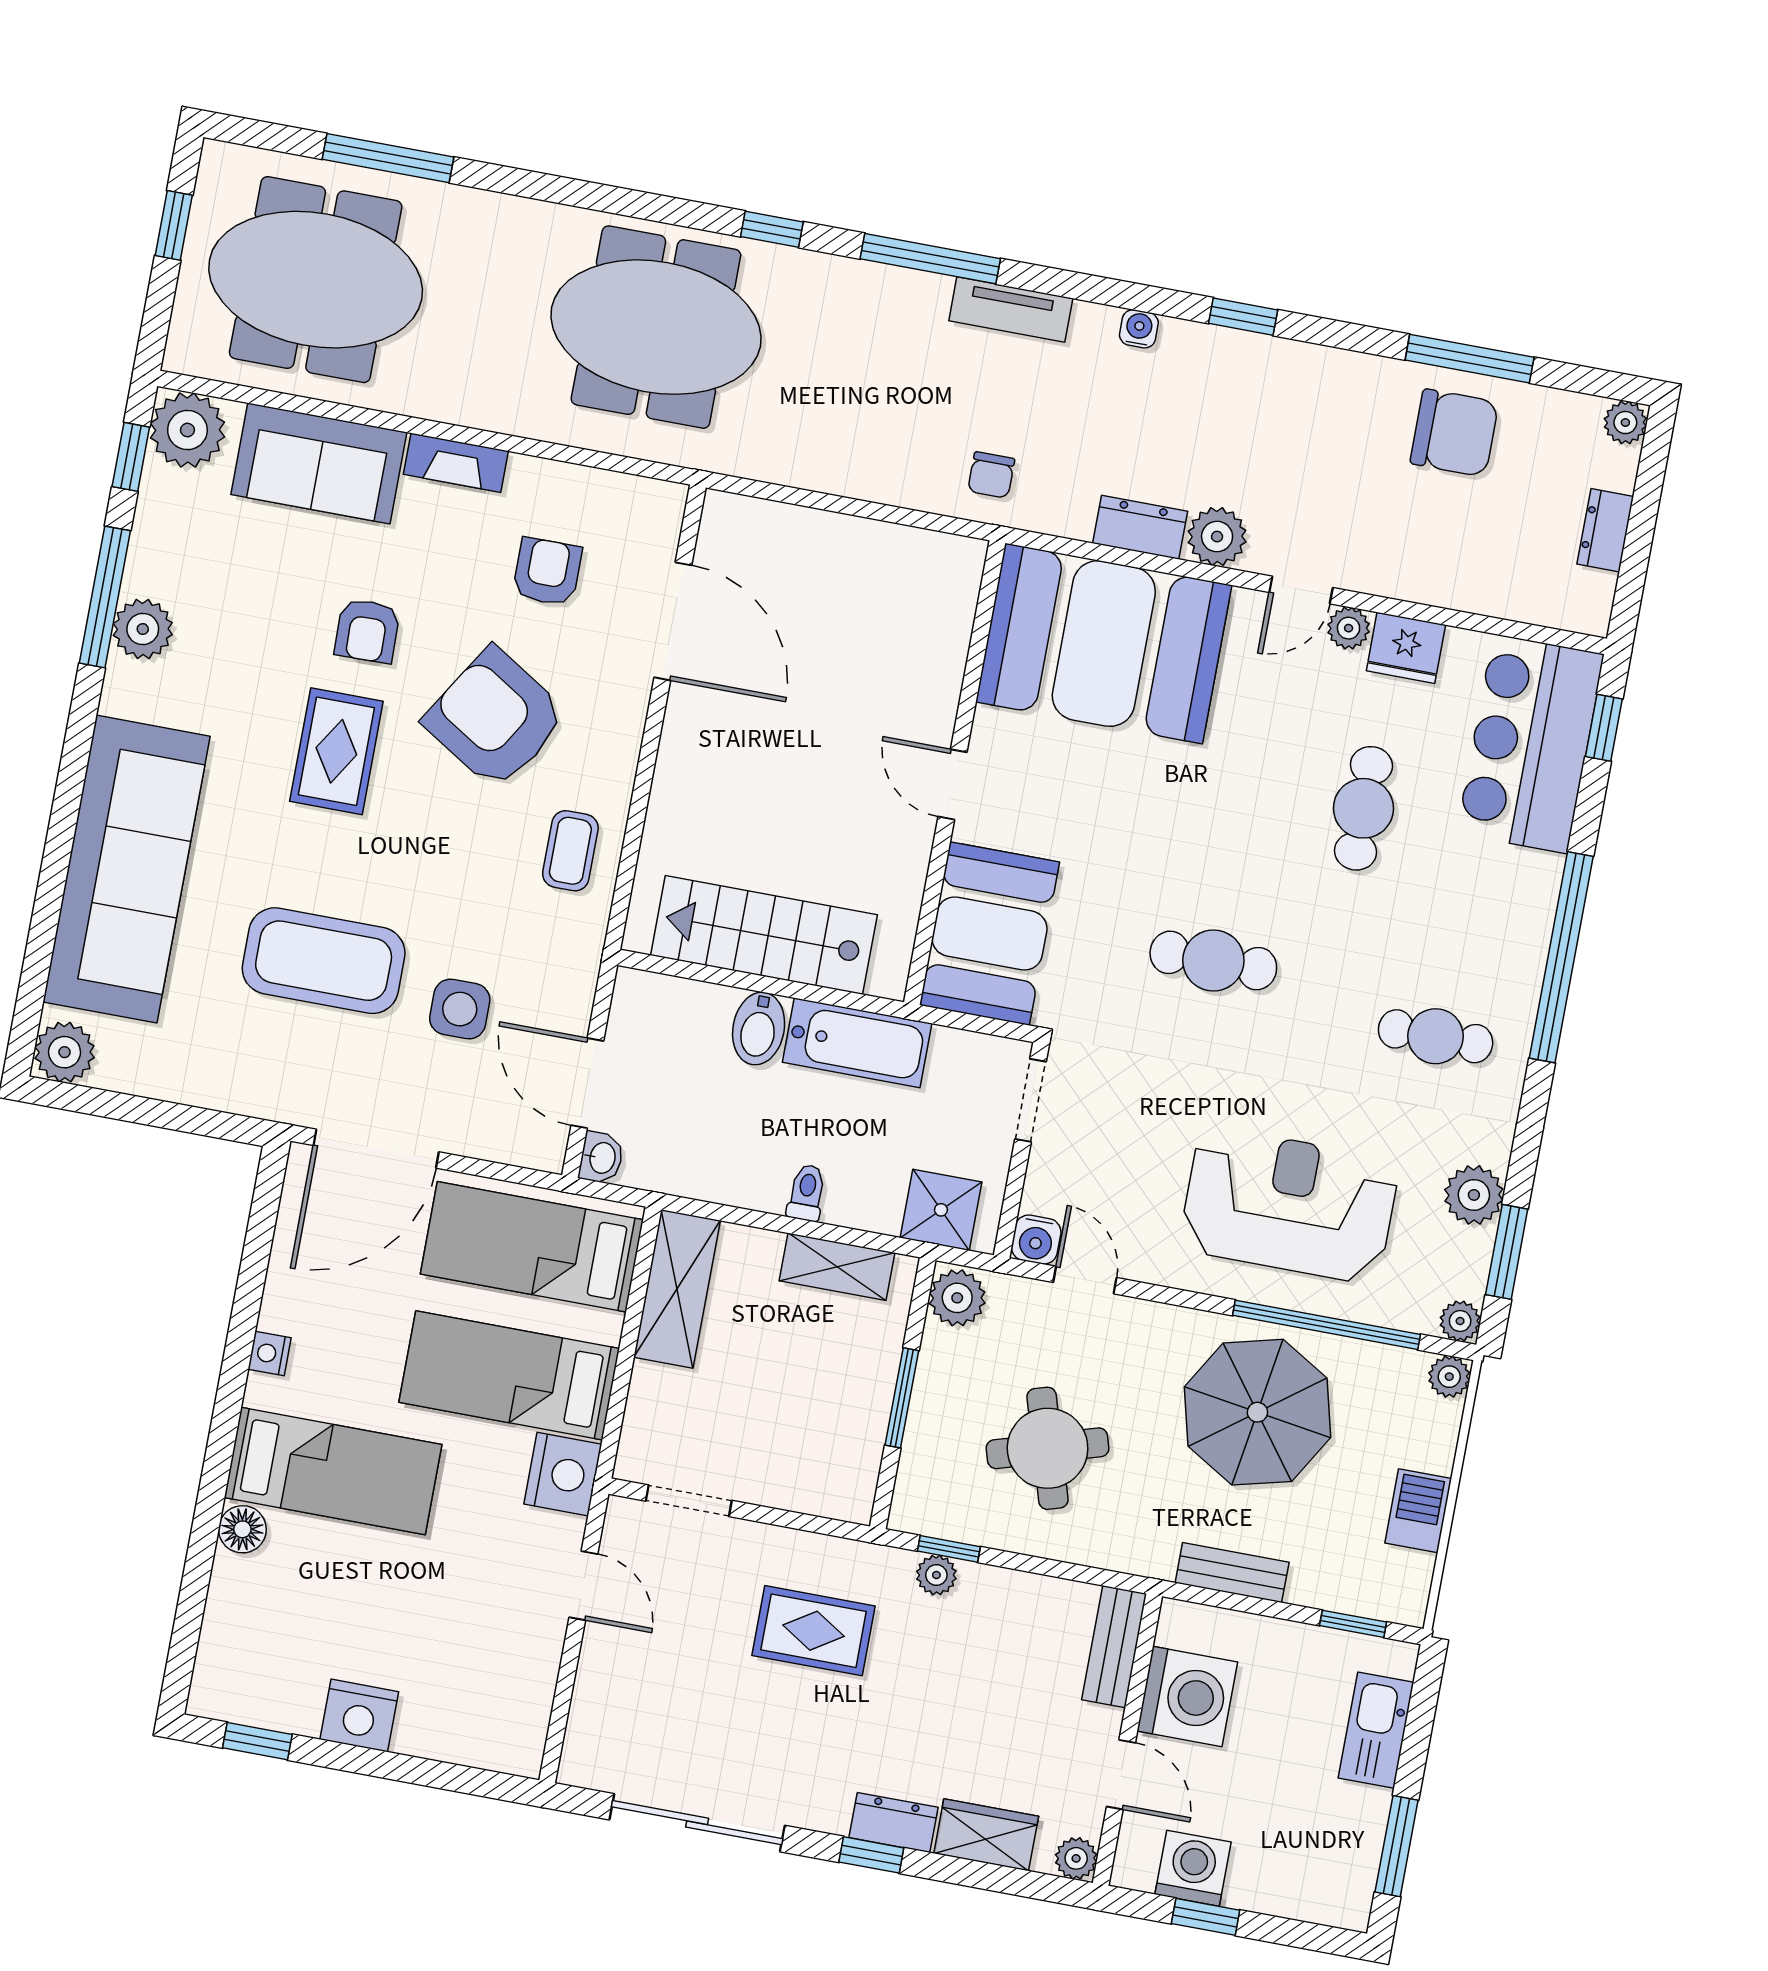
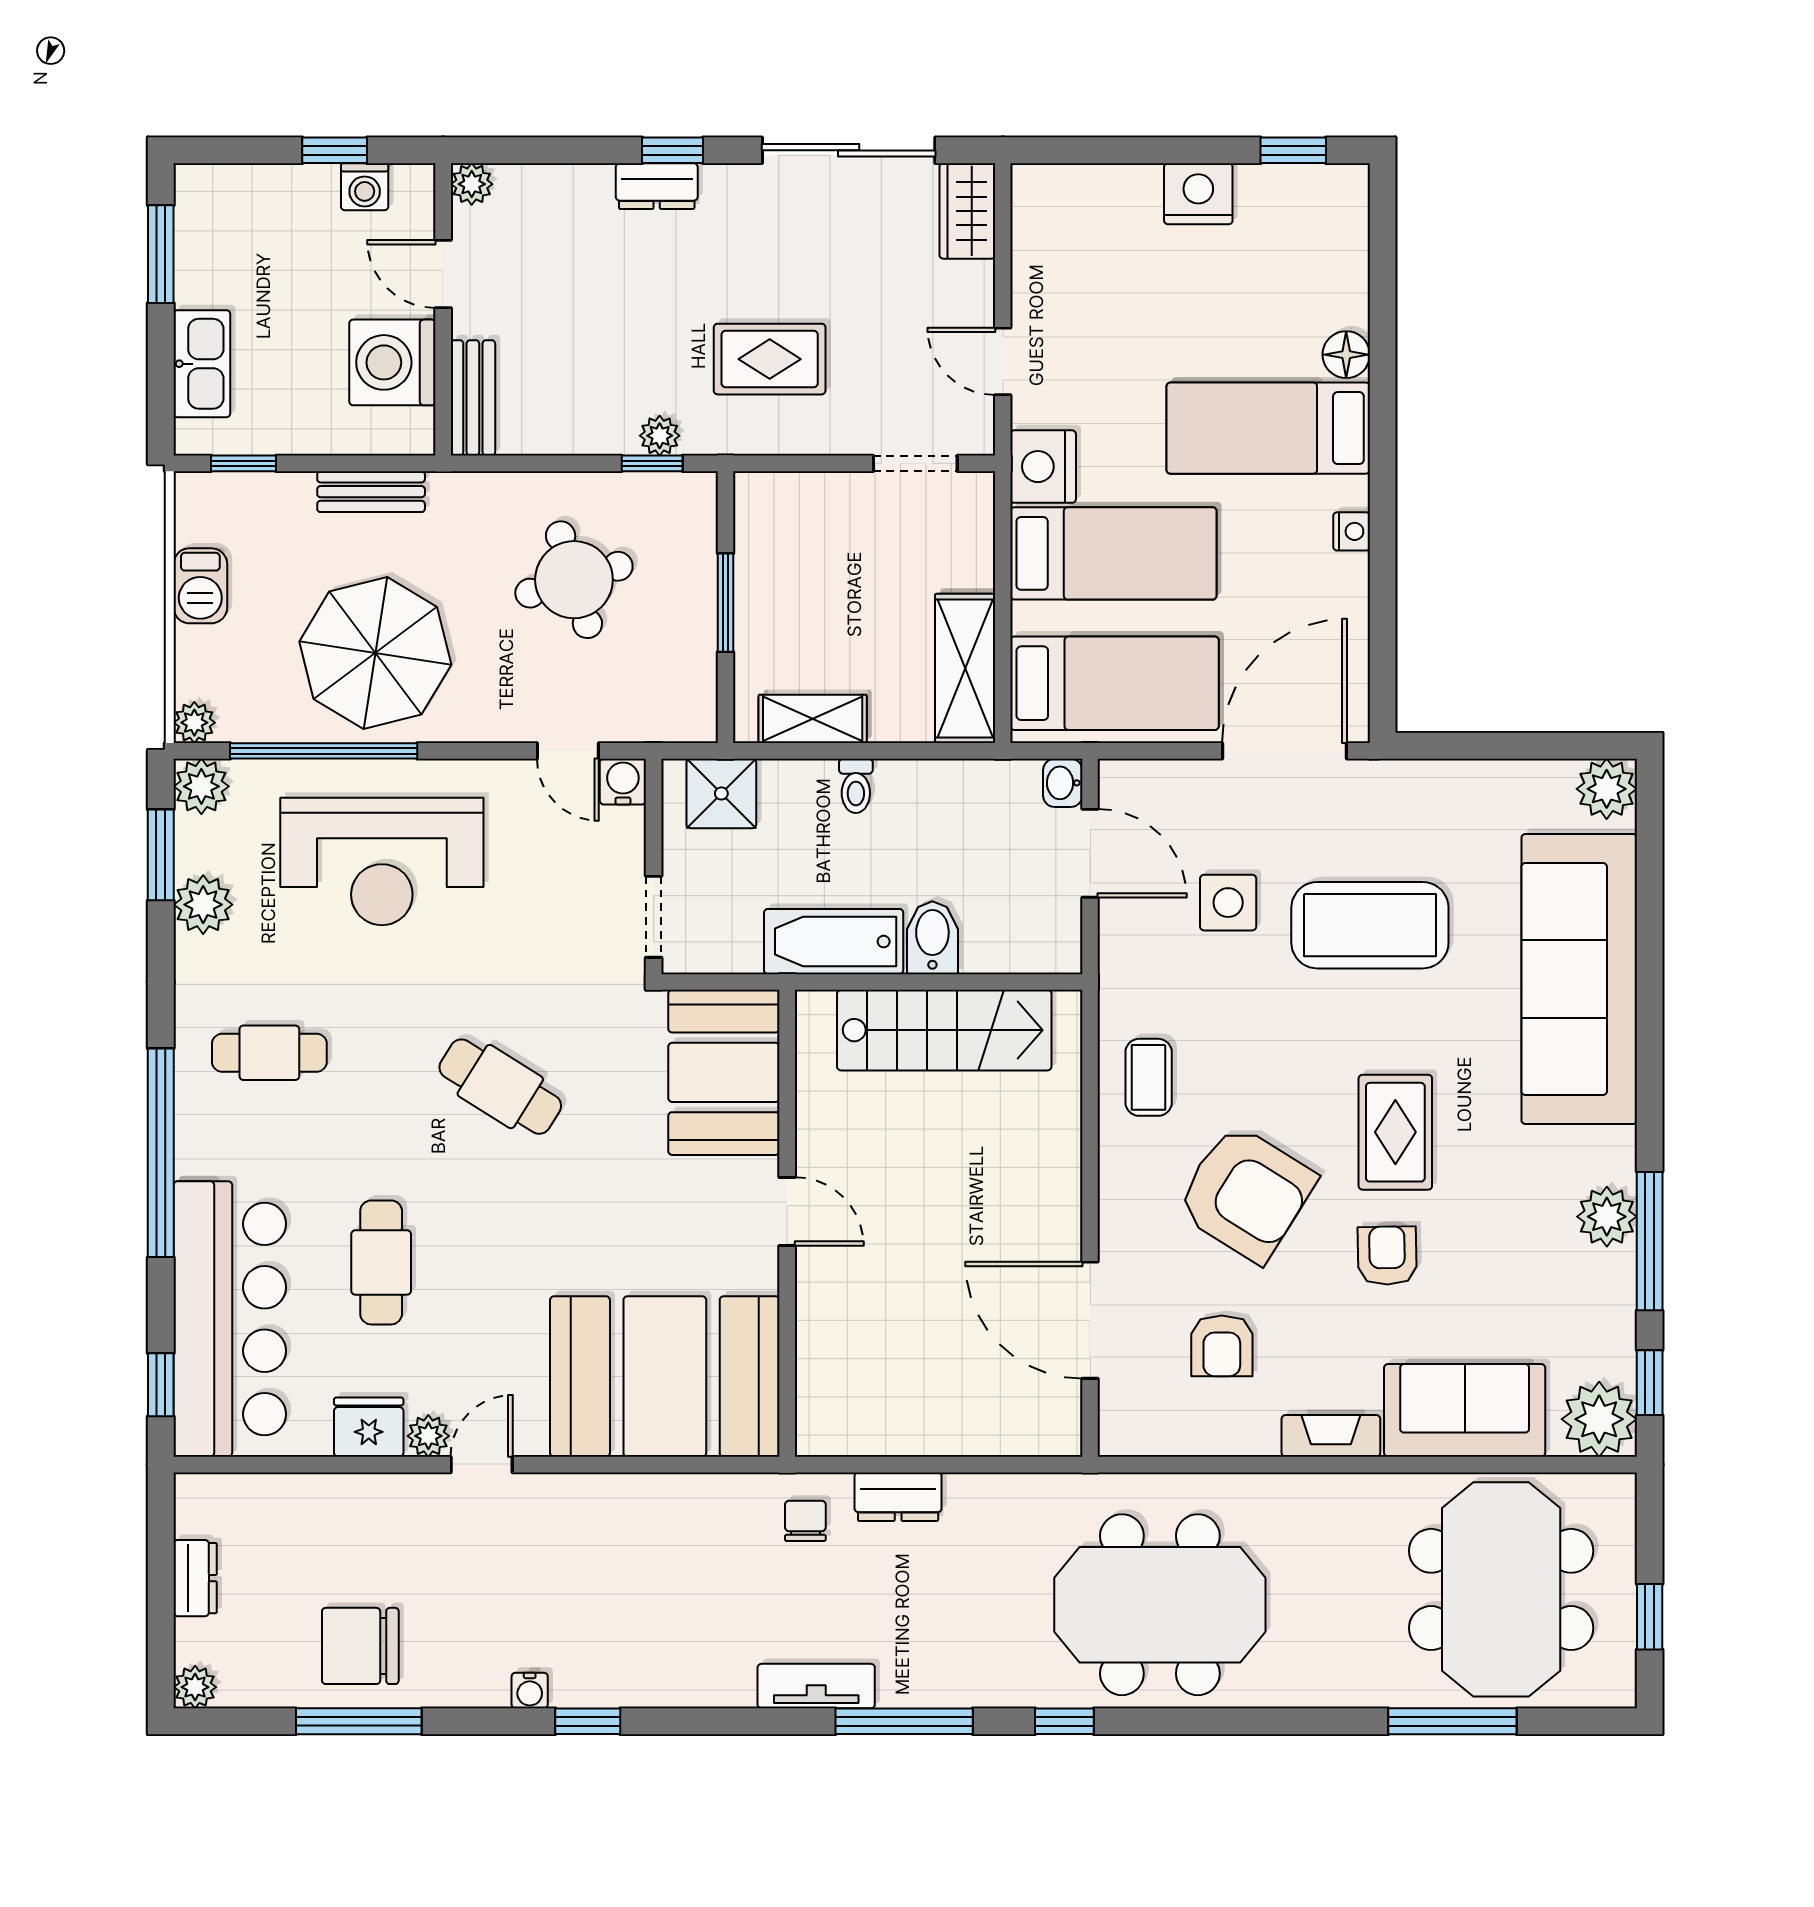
meeting table: (316, 280) -> (1501, 1589), turned 90
water cooler: (1139, 329) -> (530, 1691), moved
dresser: (1140, 527) -> (898, 1497), moved
plant: (1217, 537) -> (573, 1502), removed
bar counter: (1530, 744) -> (230, 1319), width x1.36
cafe table: (1213, 960) -> (500, 1087), turned 32
plant: (957, 1298) -> (690, 710), removed
plant: (1460, 1321) -> (201, 786), width x1.38, depth x1.38
wardrobe: (986, 1835) -> (967, 211), moved, turned 90
washing machine: (1193, 1868) -> (365, 187), width x0.73, depth x0.73

